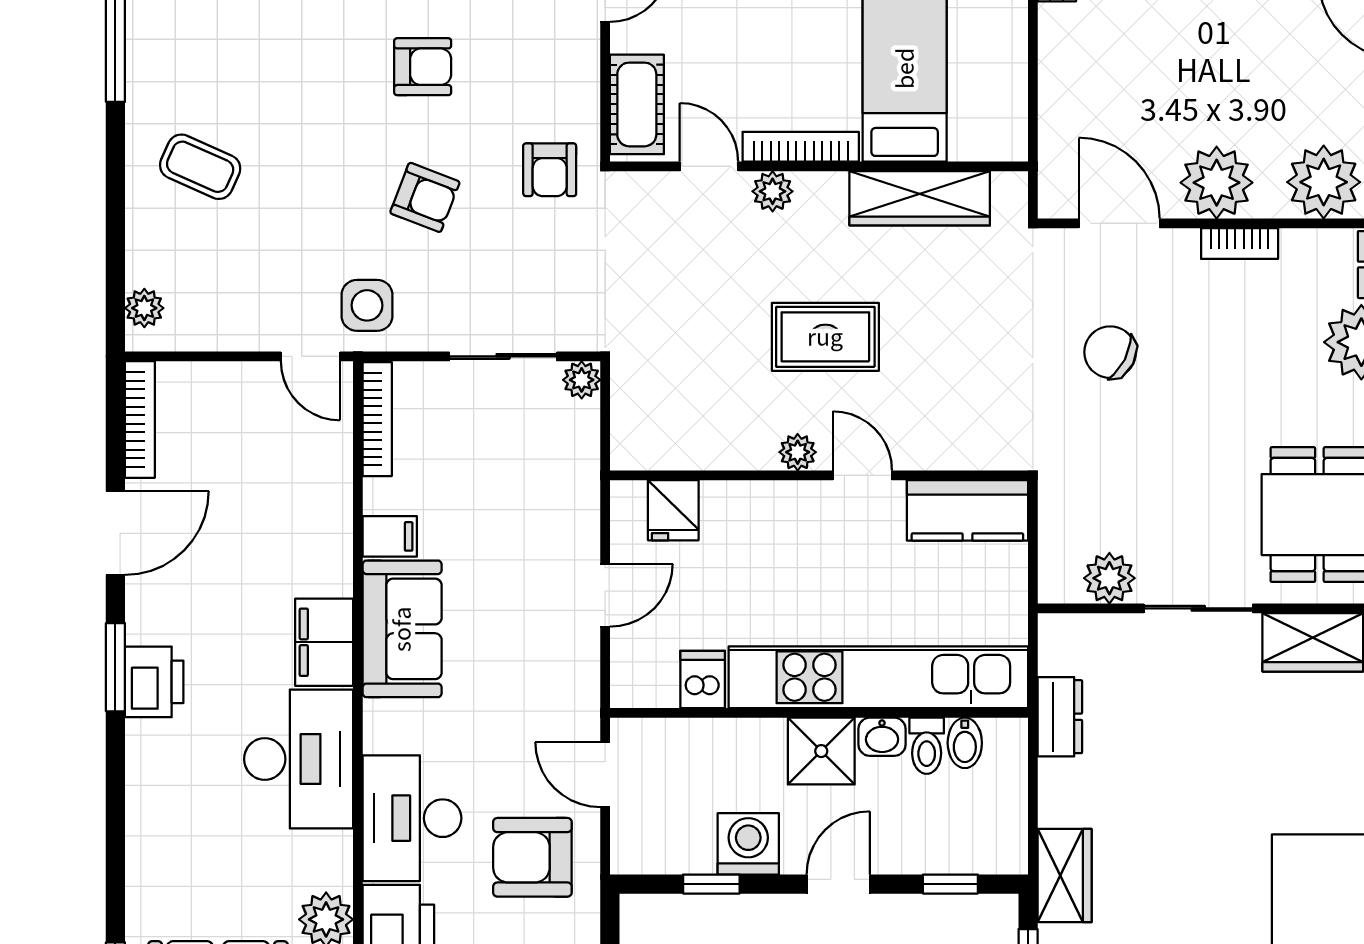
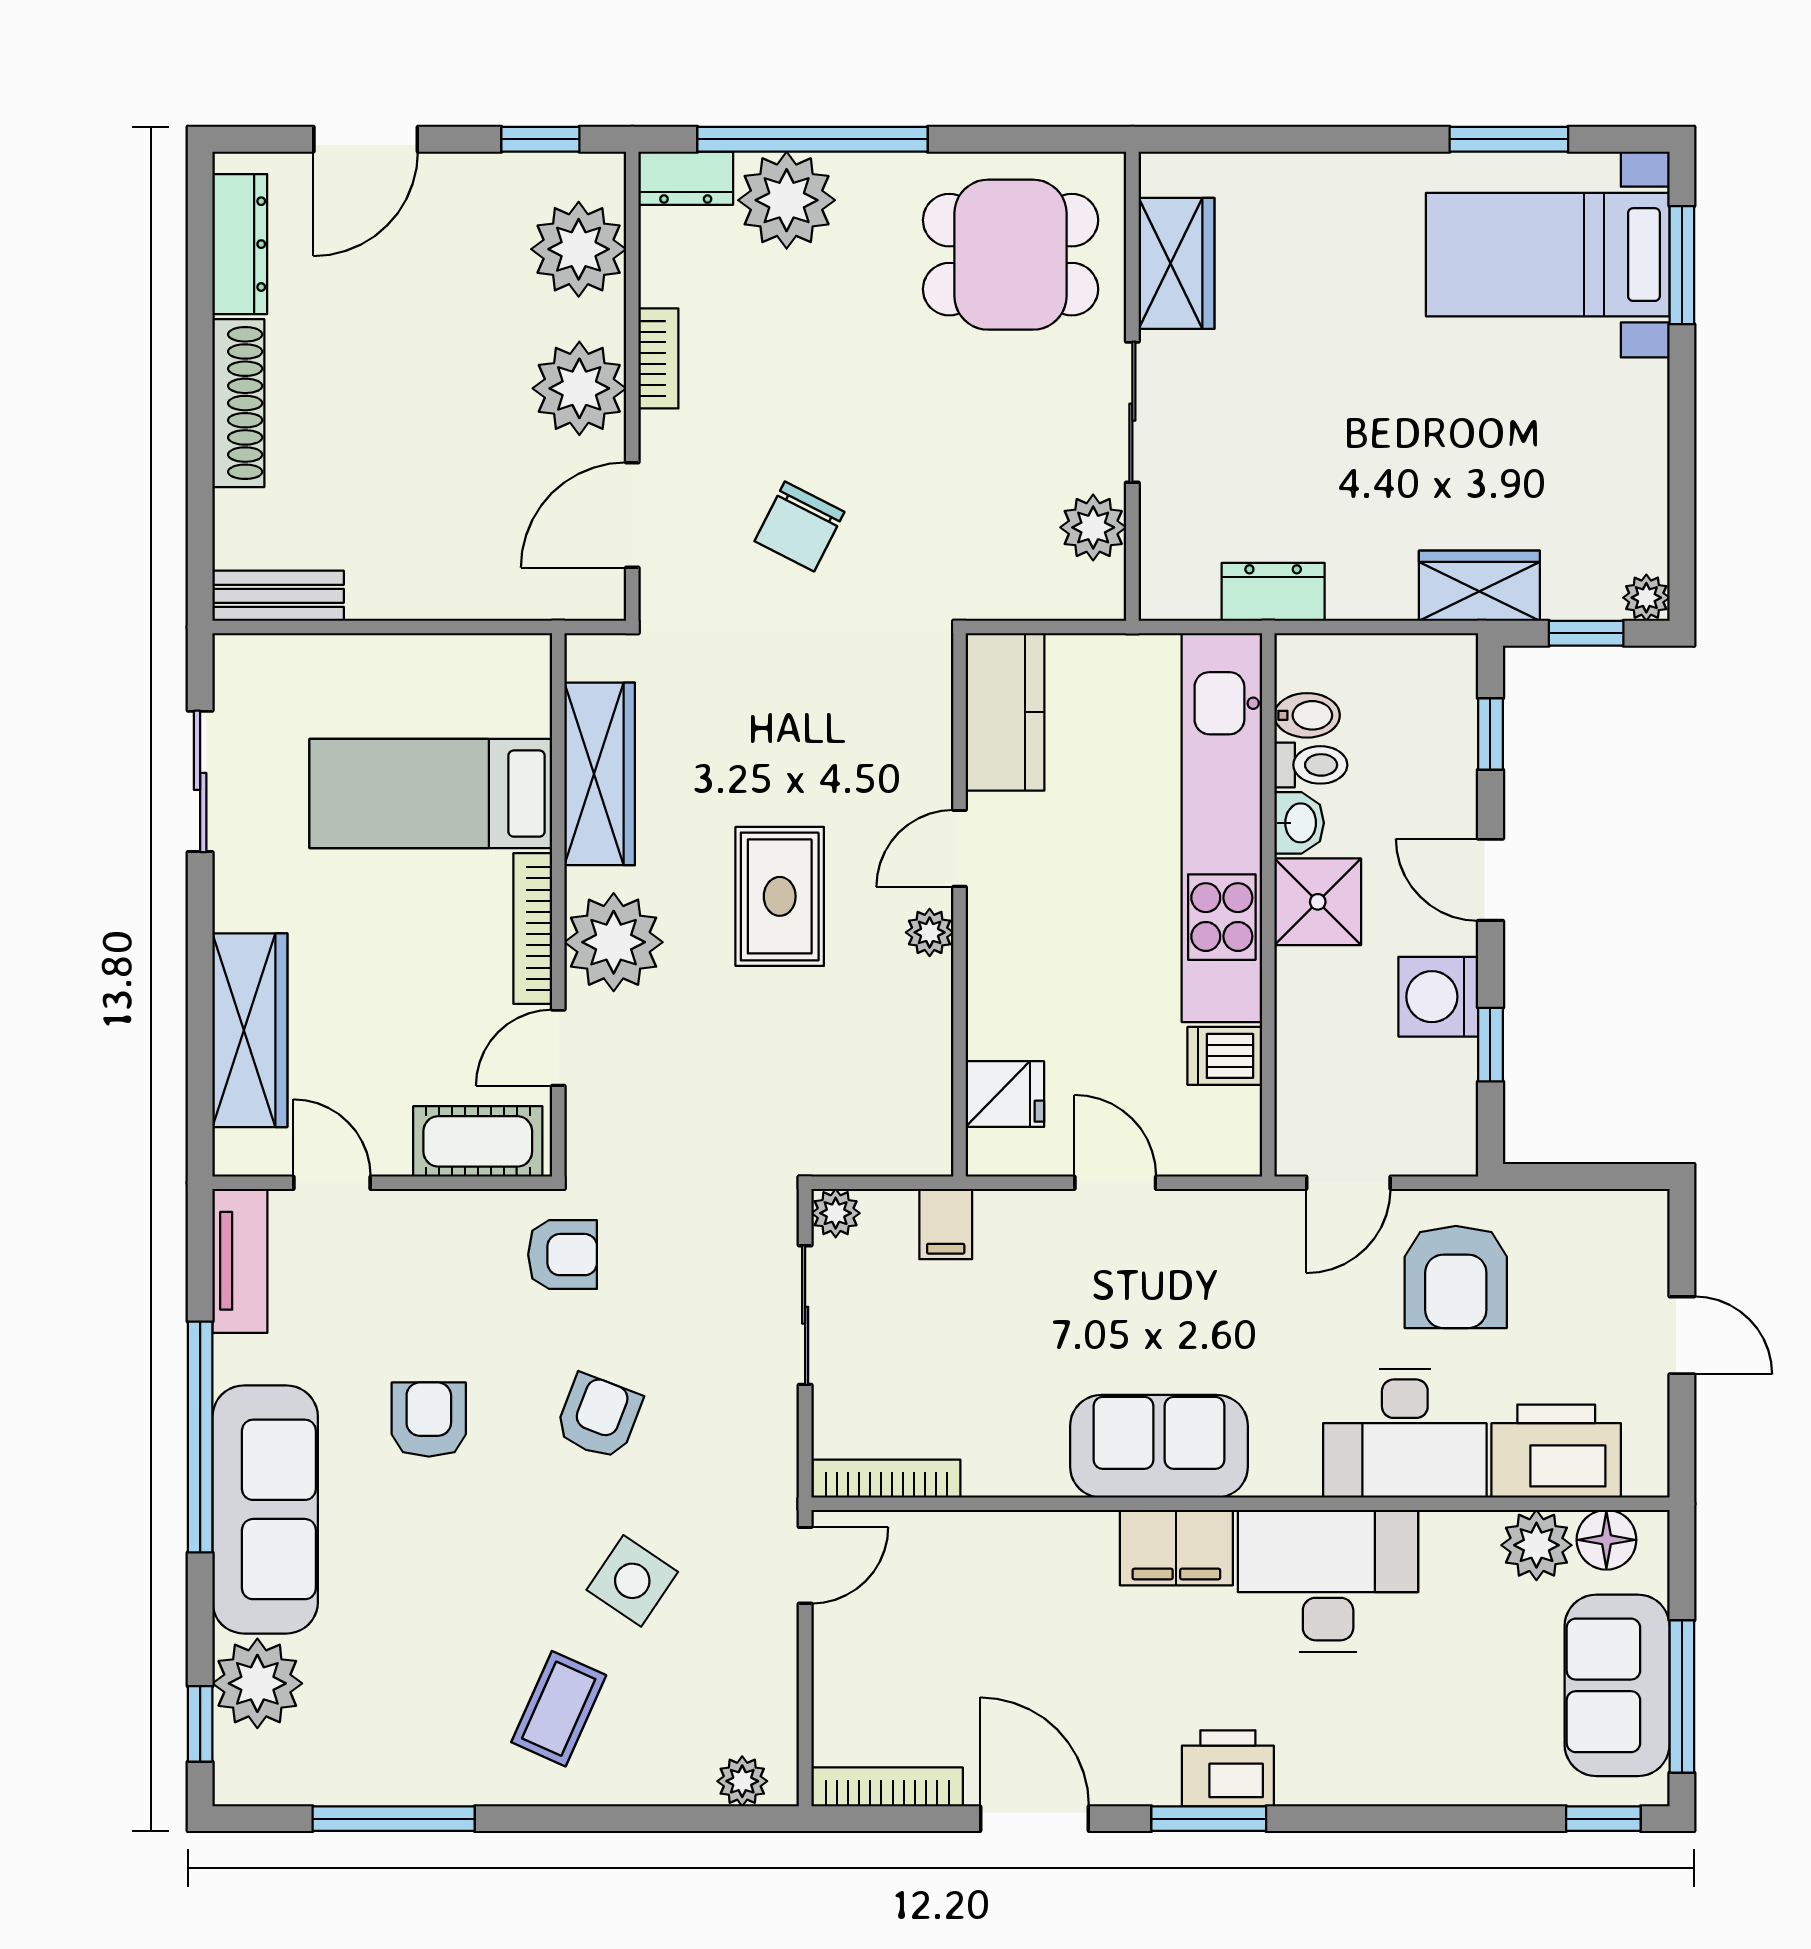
plant: (773, 191) -> (614, 942), width x1.87, depth x1.87
side table: (367, 305) -> (632, 1581), moved, turned 34
filing cabinet: (390, 536) -> (946, 1224), moved, turned 180

